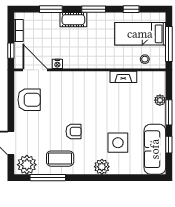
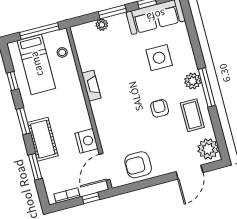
cot: (73, 20) -> (43, 139), width x1.37, depth x1.34
nightstand: (57, 64) -> (87, 141), width x1.89, depth x1.79
fireplace: (123, 77) -> (91, 86), moved
armchair: (29, 100) -> (138, 165), turned -90
plant: (102, 167) -> (193, 81), moved
window: (48, 178) -> (207, 87), moved

